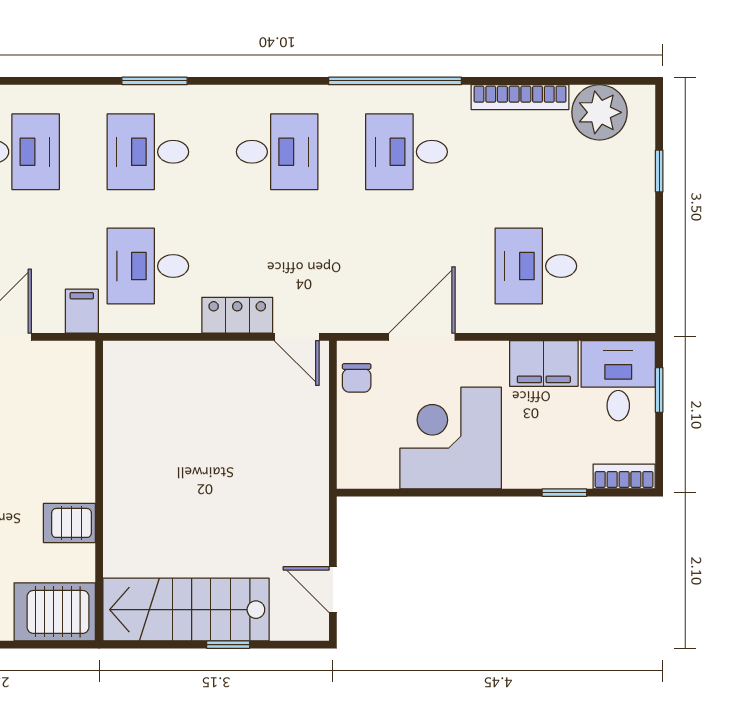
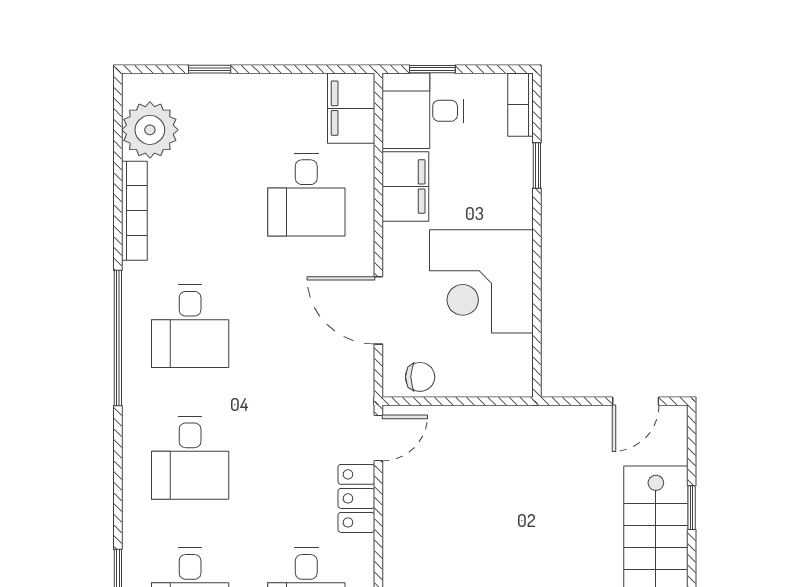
desk: (277, 152) -> (190, 458), turned 180
filing cabinet: (621, 310) -> (351, 108), added

